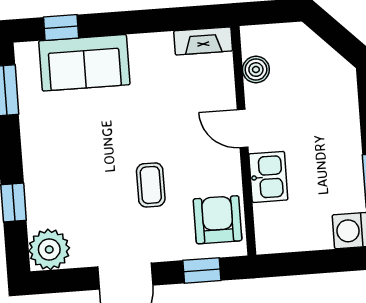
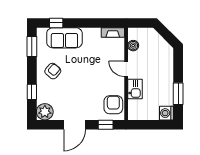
armchair: (62, 147) -> (53, 71), added
coffee table: (151, 185) -> (88, 89), removed

